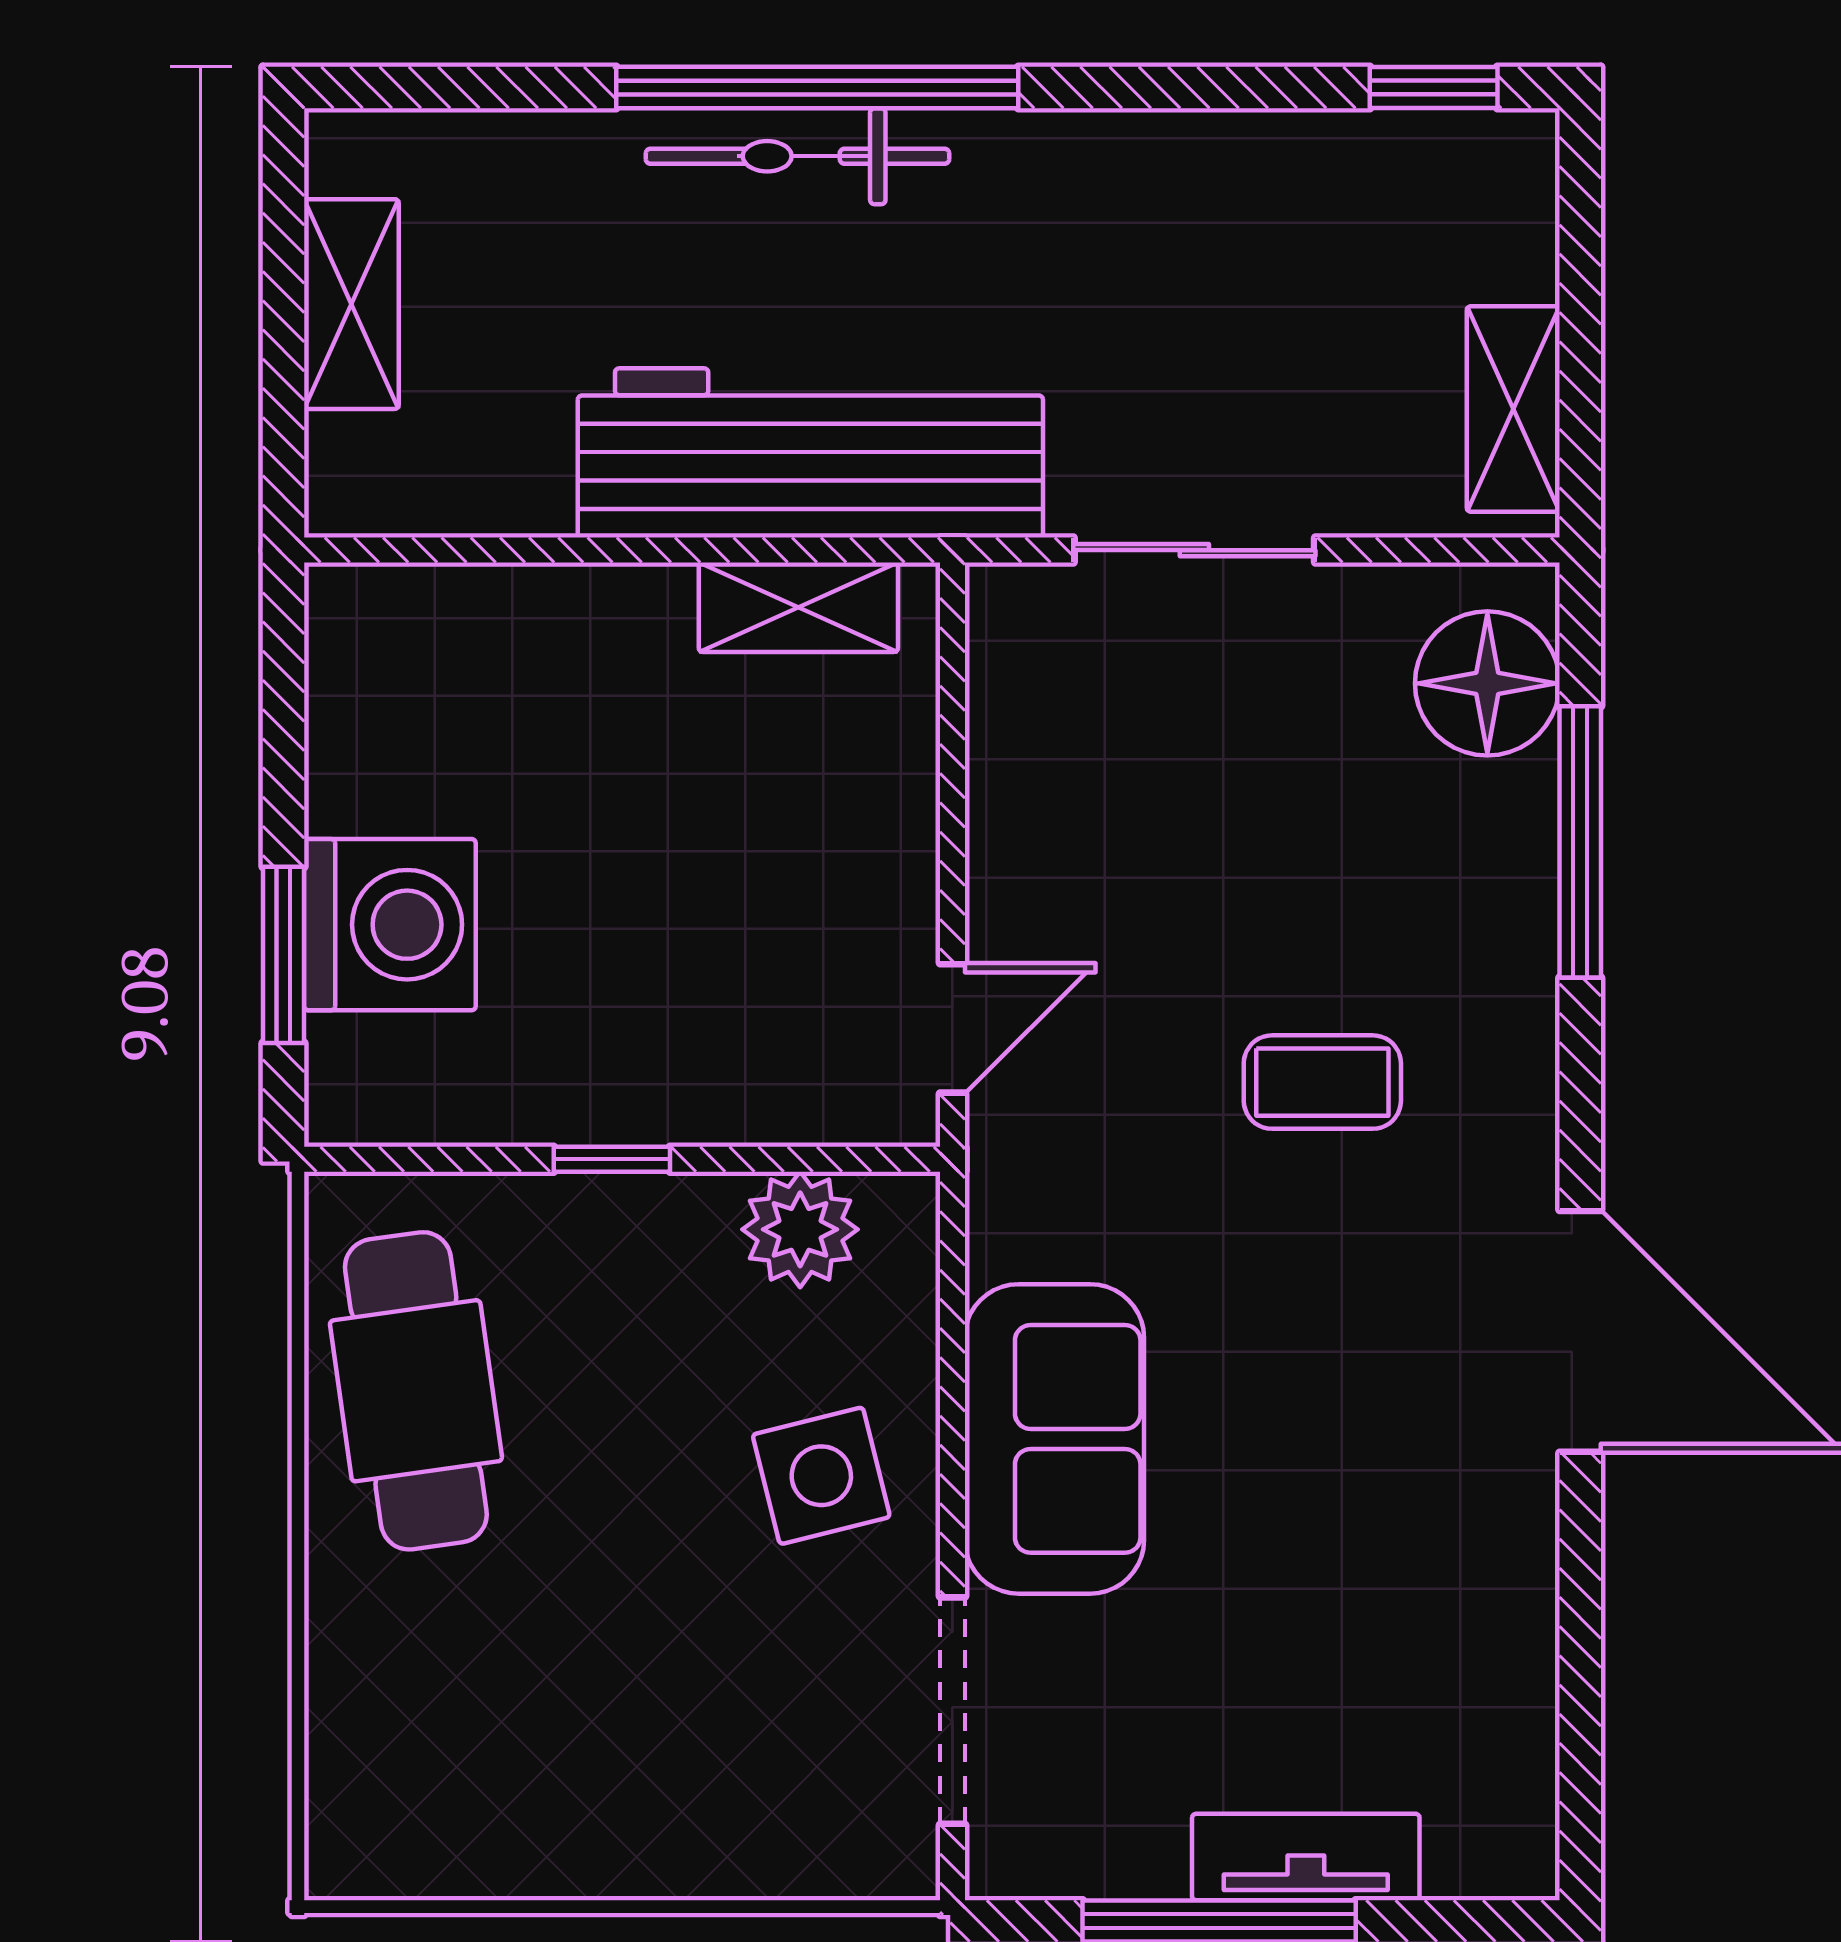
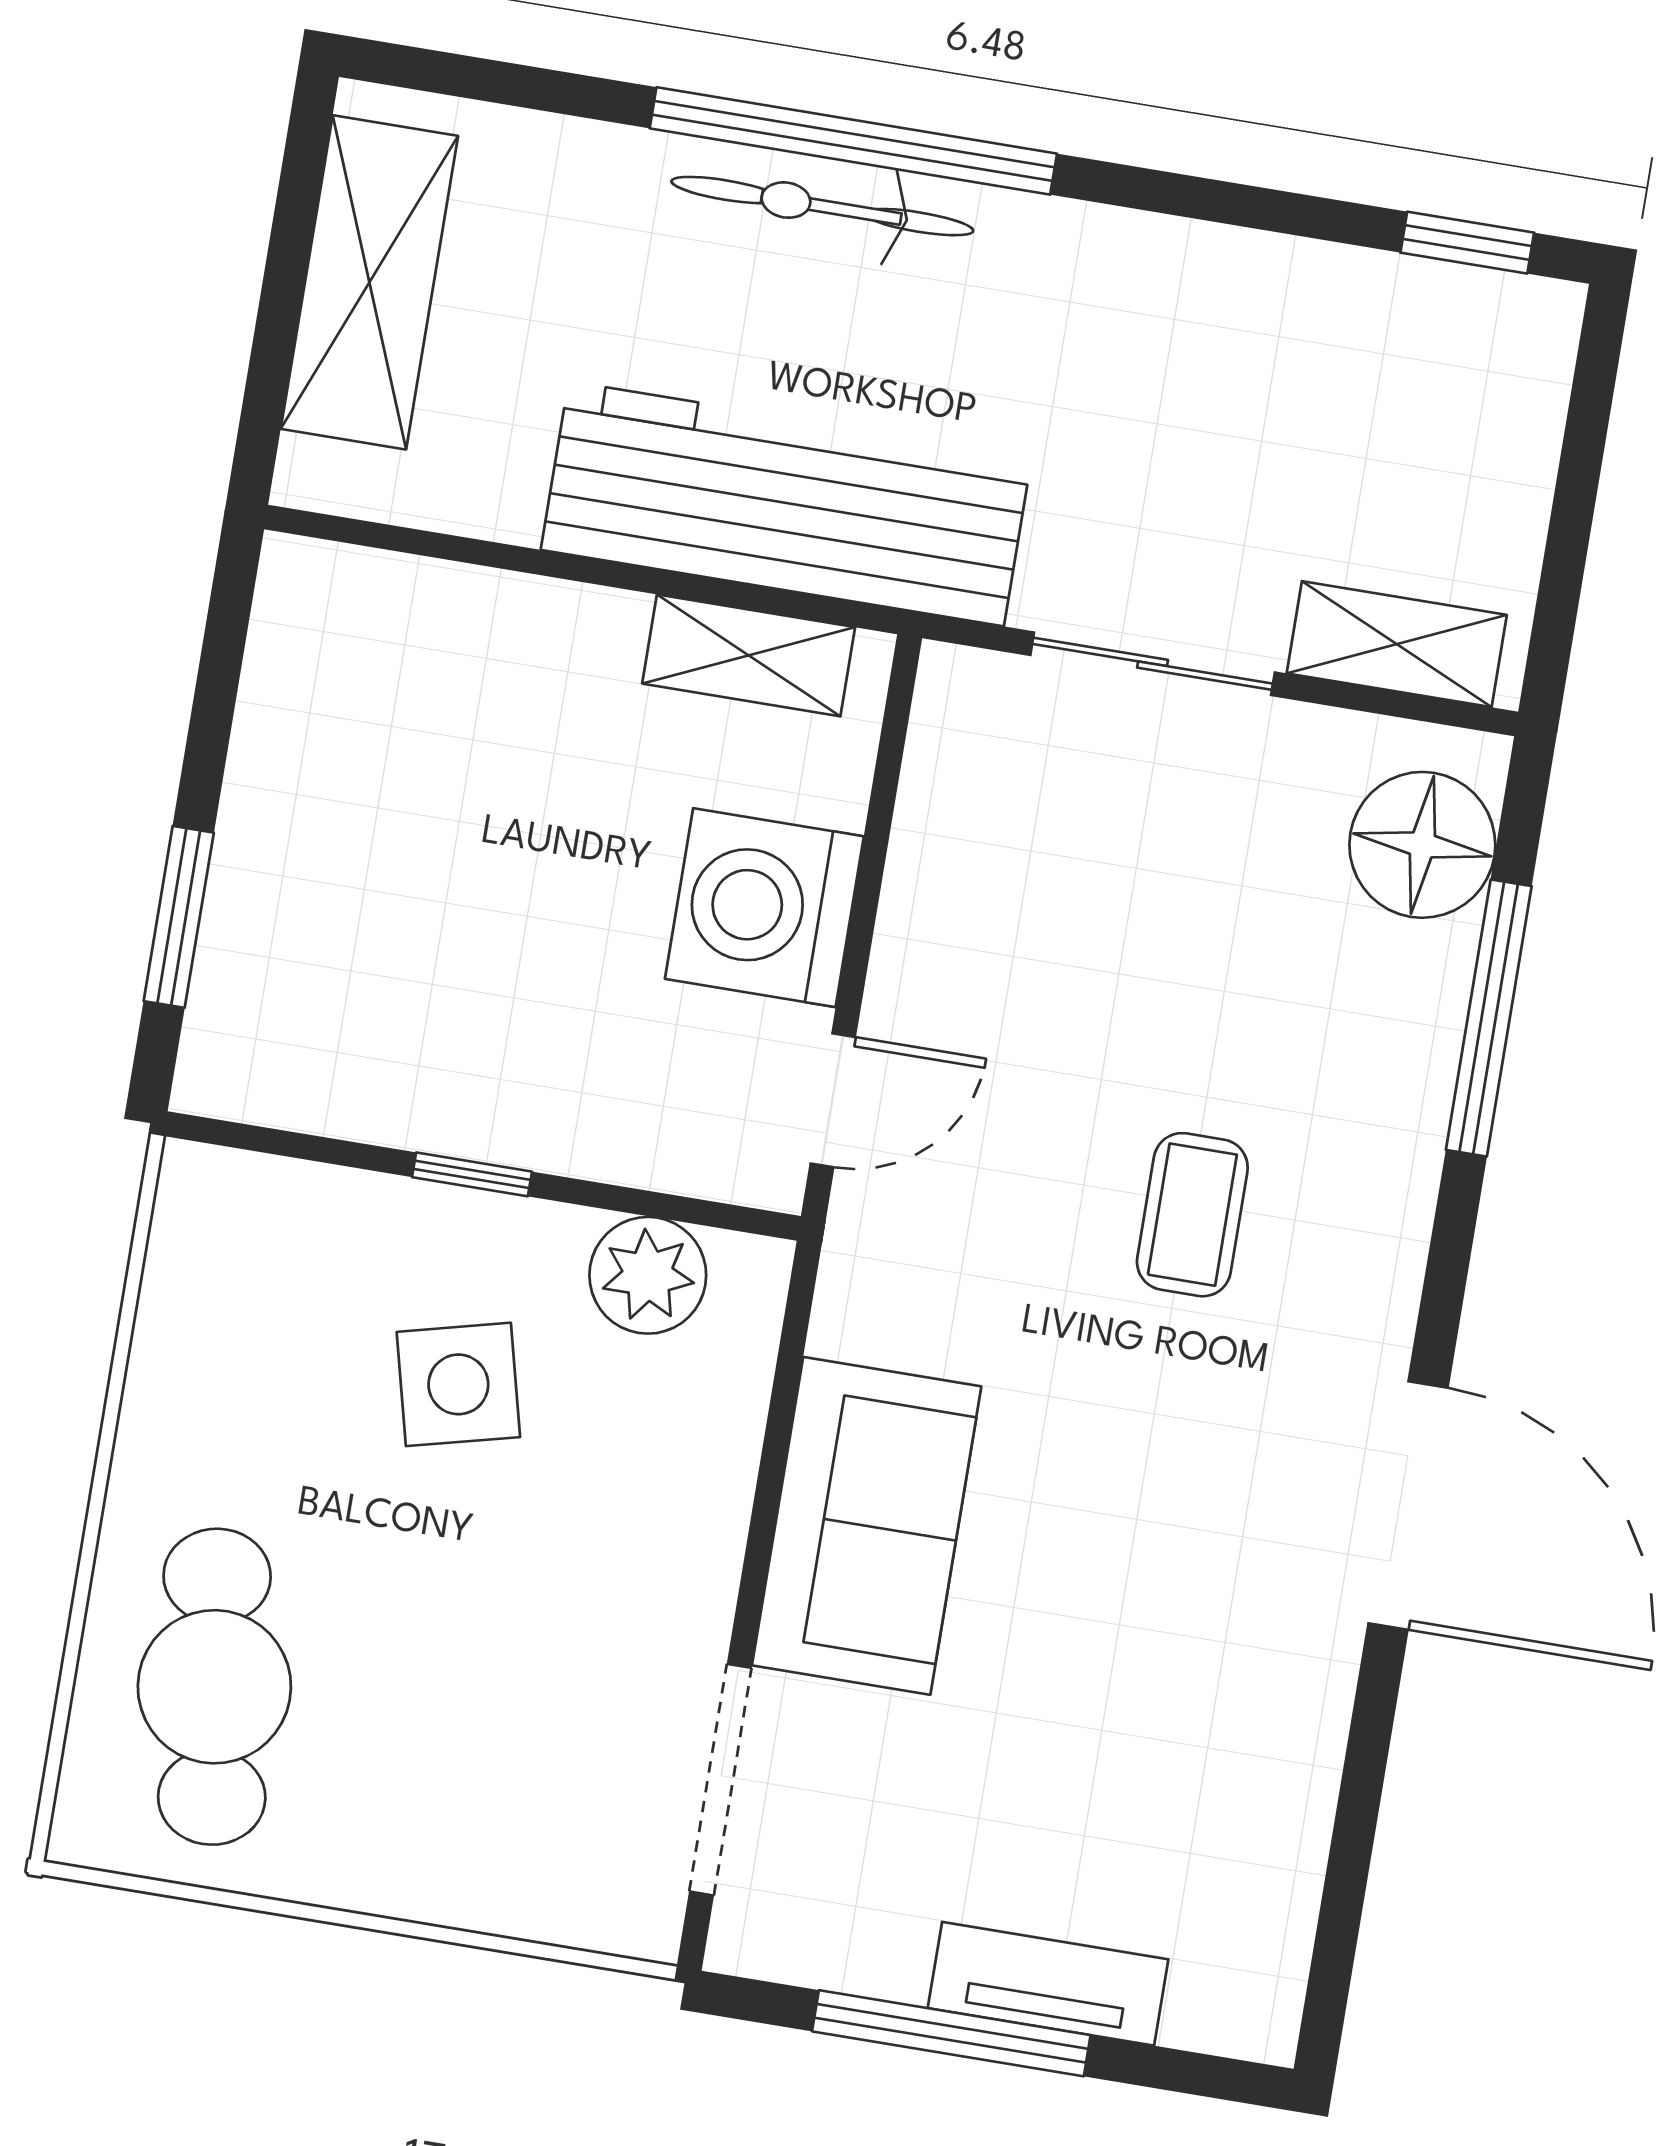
shelving: (351, 304) -> (369, 282), width x1.50, depth x1.33
shelving: (1513, 409) -> (1397, 644), moved, turned 90
washing machine: (390, 925) -> (764, 908), moved, turned 180
coffee table: (1322, 1082) -> (1192, 1215), turned 90
cafe table: (416, 1391) -> (214, 1687), moved
side table: (821, 1476) -> (458, 1384), moved

